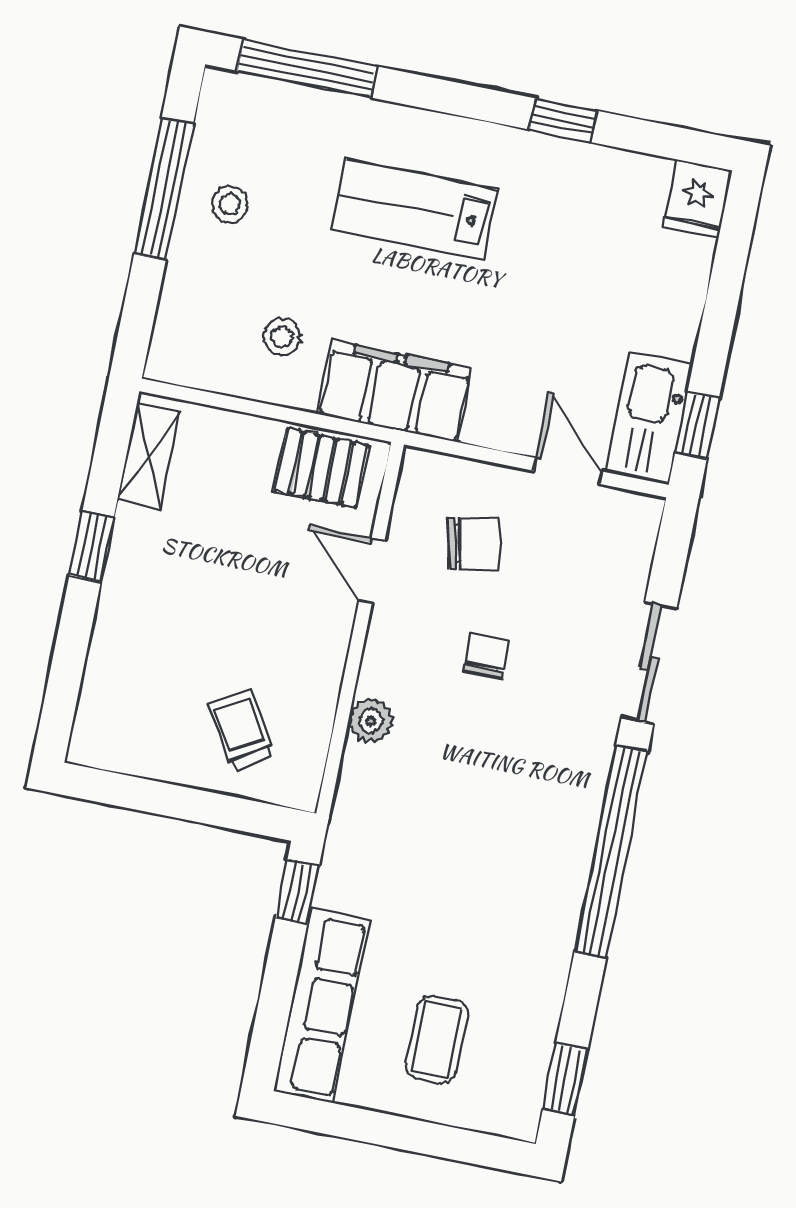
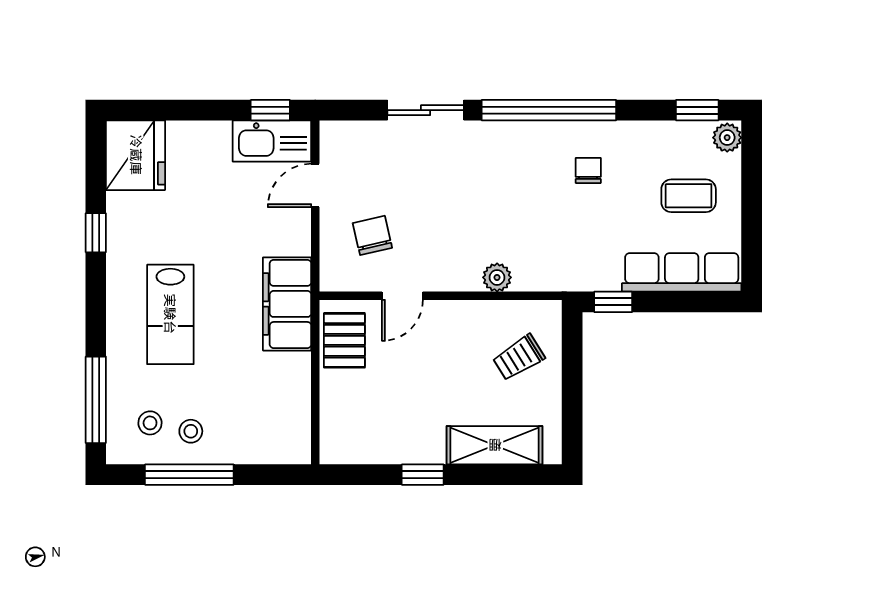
fridge: (697, 199) -> (136, 155), width x1.88, depth x1.34
stool: (282, 337) -> (150, 423), moved
shelving: (149, 456) -> (495, 445), moved, width x1.50, depth x1.33
chair: (486, 656) -> (588, 170), moved, turned 90
plant: (514, 1117) -> (727, 138), added

